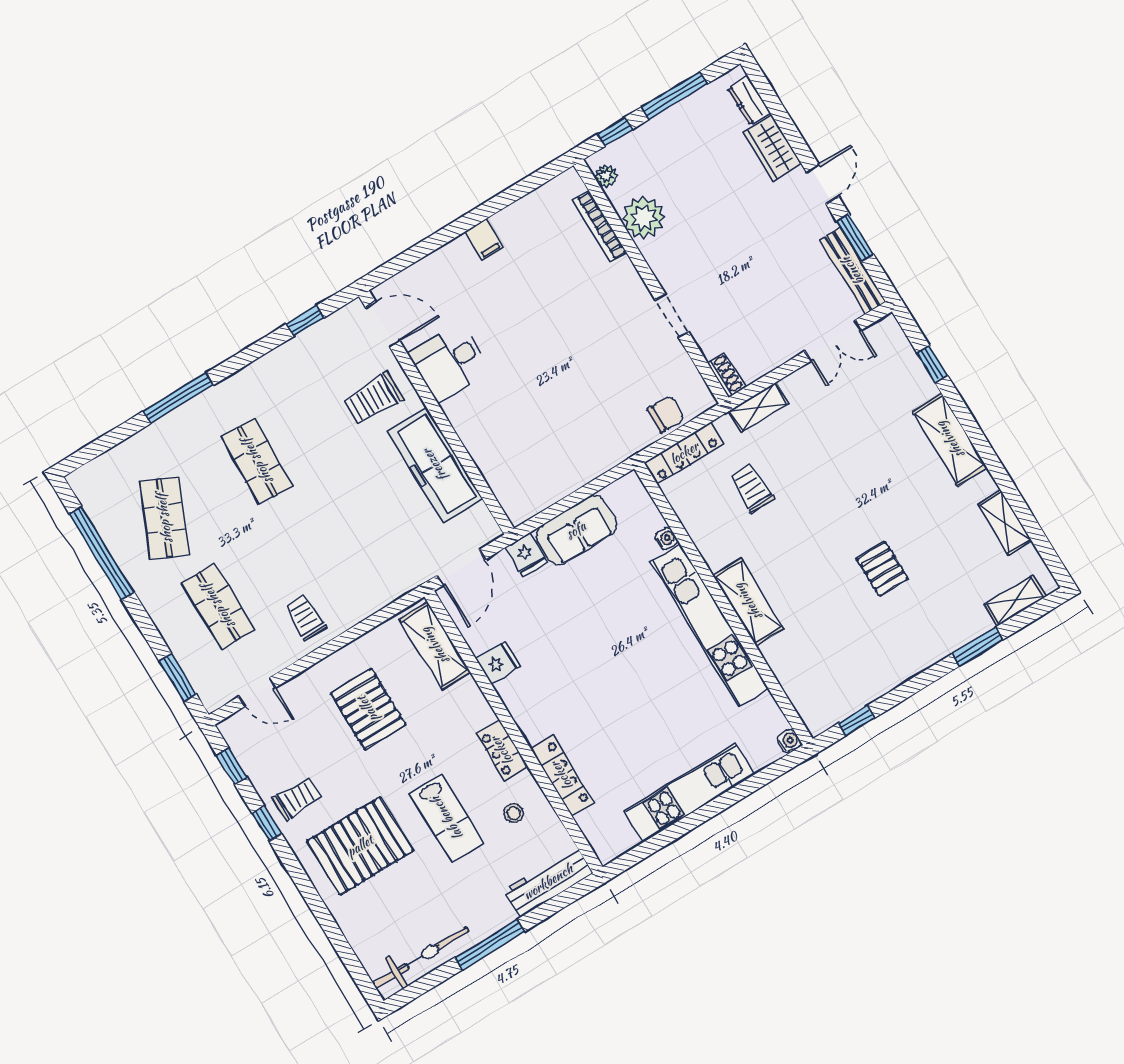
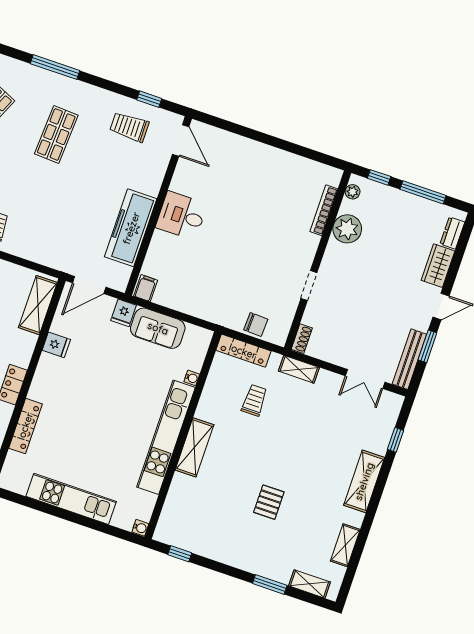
filing cabinet: (484, 240) -> (146, 288), moved, turned 180
desk: (449, 362) -> (181, 216), moved
trolley: (373, 399) -> (129, 127), moved

